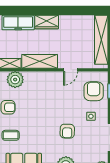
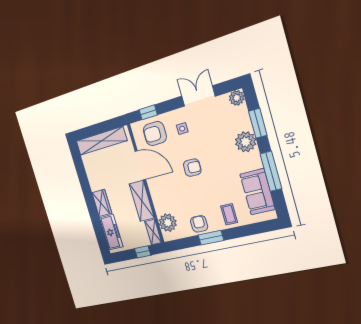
door: (71, 70) -> (140, 165), width x1.88
armchair: (67, 131) -> (192, 168), moved

